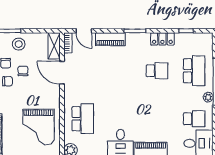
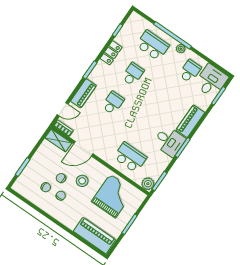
stool: (19, 44) -> (82, 181), moved
school desk: (120, 71) -> (113, 103), added
grand piano: (39, 127) -> (113, 196), turned -90

